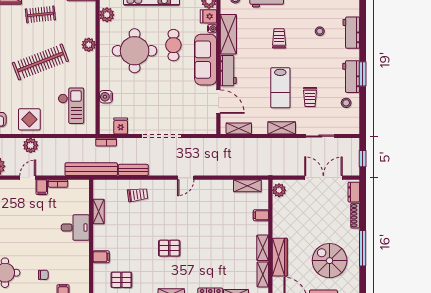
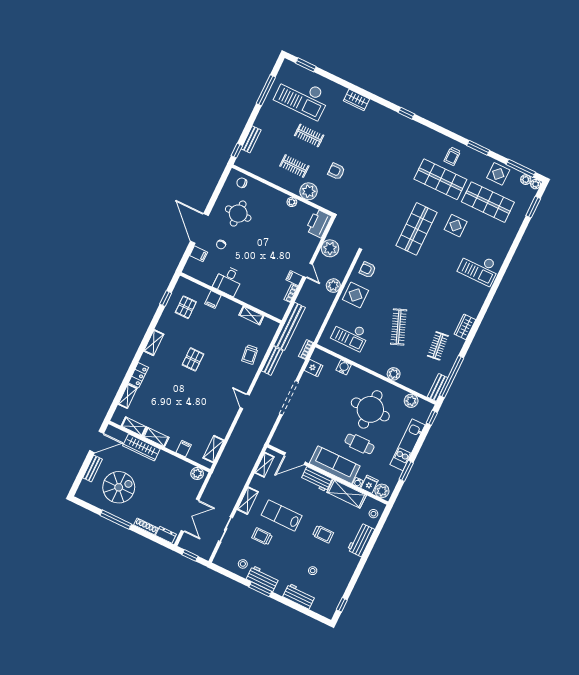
clothes rail: (40, 62) -> (399, 327), width x0.73, depth x0.76
desk: (75, 228) -> (228, 281), moved

